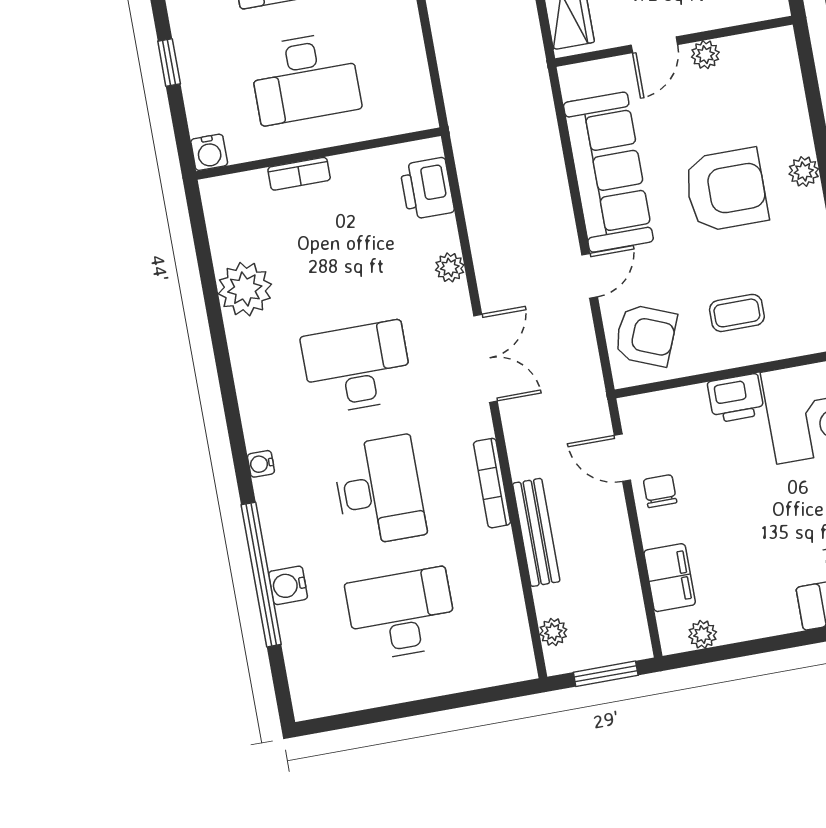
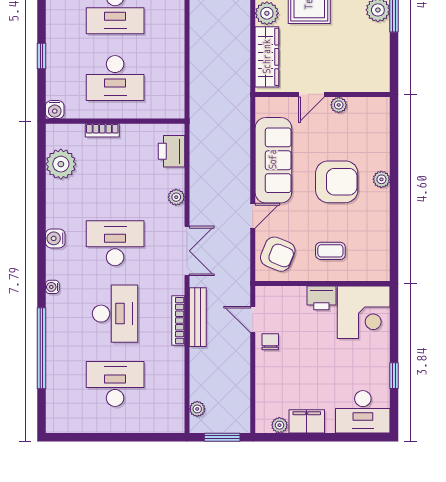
plant: (245, 289) -> (61, 164), moved
bench: (536, 532) -> (198, 317), moved
filing cabinet: (670, 578) -> (307, 421), moved, turned -90
water cooler: (288, 585) -> (55, 238), moved

